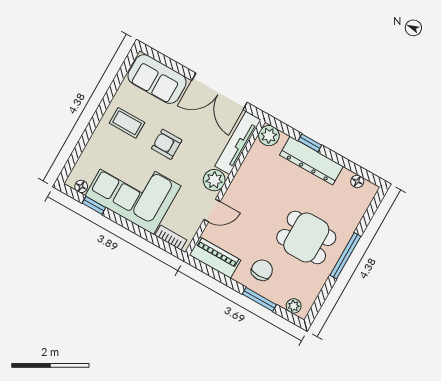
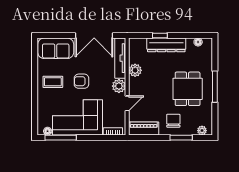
plant: (269, 136) -> (135, 70), moved
window: (94, 205) -> (61, 138), width x2.17
dining table: (306, 237) -> (188, 89), turned 90

